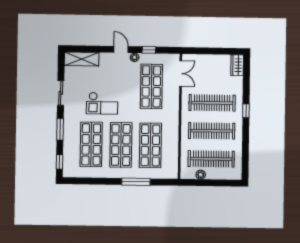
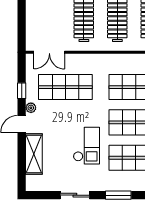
shelving: (82, 59) -> (34, 154), moved
double door: (181, 74) -> (49, 52), swing flipped

